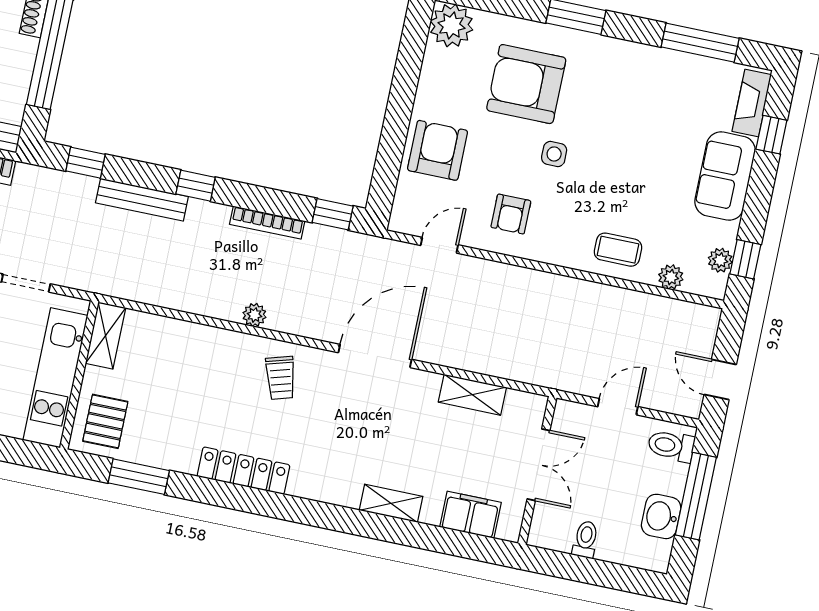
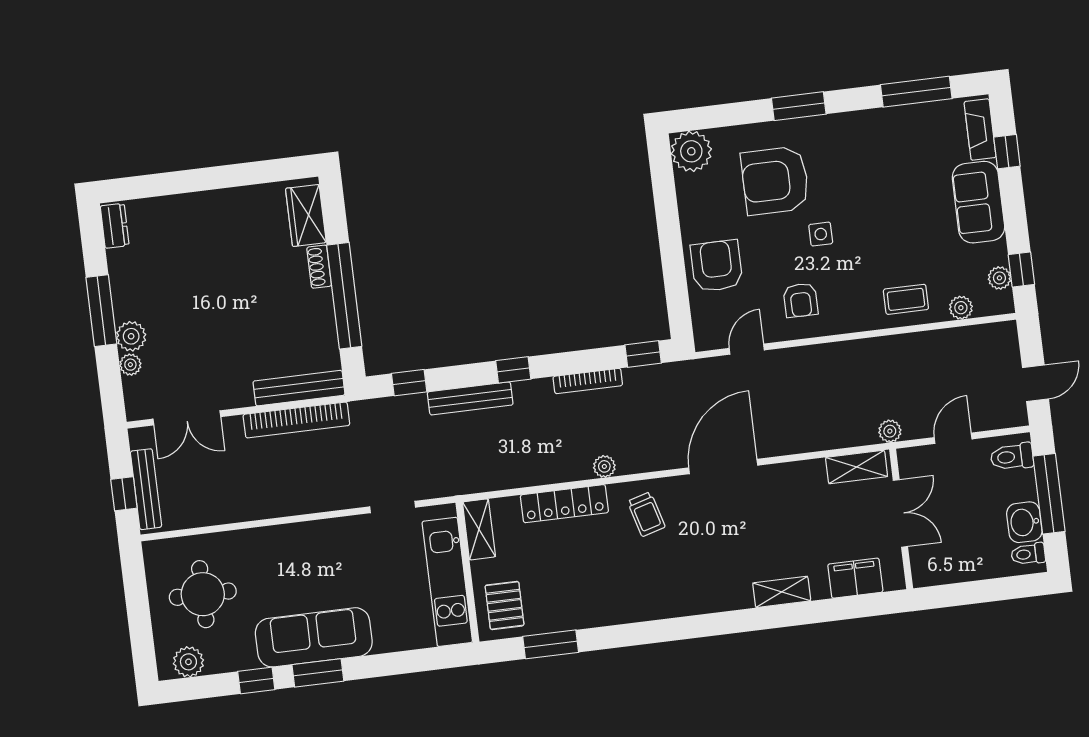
plant: (556, 378) -> (890, 431), added
door: (720, 379) -> (1035, 383), swing flipped
shelving: (472, 395) -> (857, 467), moved
locker: (243, 471) -> (564, 504), moved, turned 180
toilet: (585, 539) -> (1028, 554), moved, turned -90

